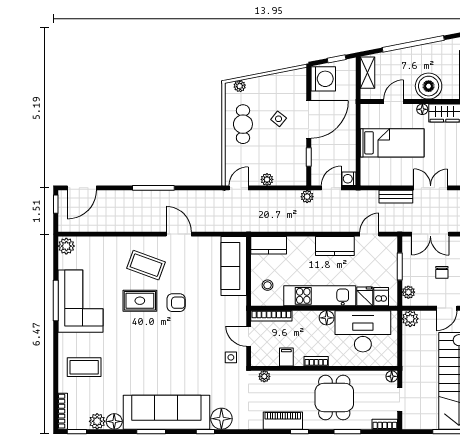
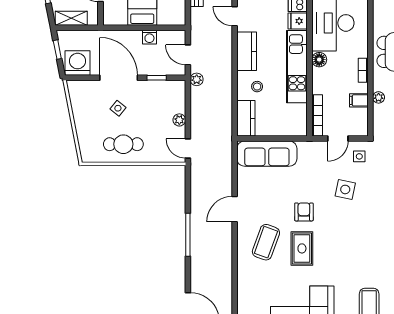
plant: (240, 86) -> (85, 148), removed
washing machine: (349, 179) -> (149, 37), moved
stool: (267, 285) -> (257, 87), moved
side table: (198, 344) -> (345, 189), added
plant: (264, 376) -> (379, 97), moved

